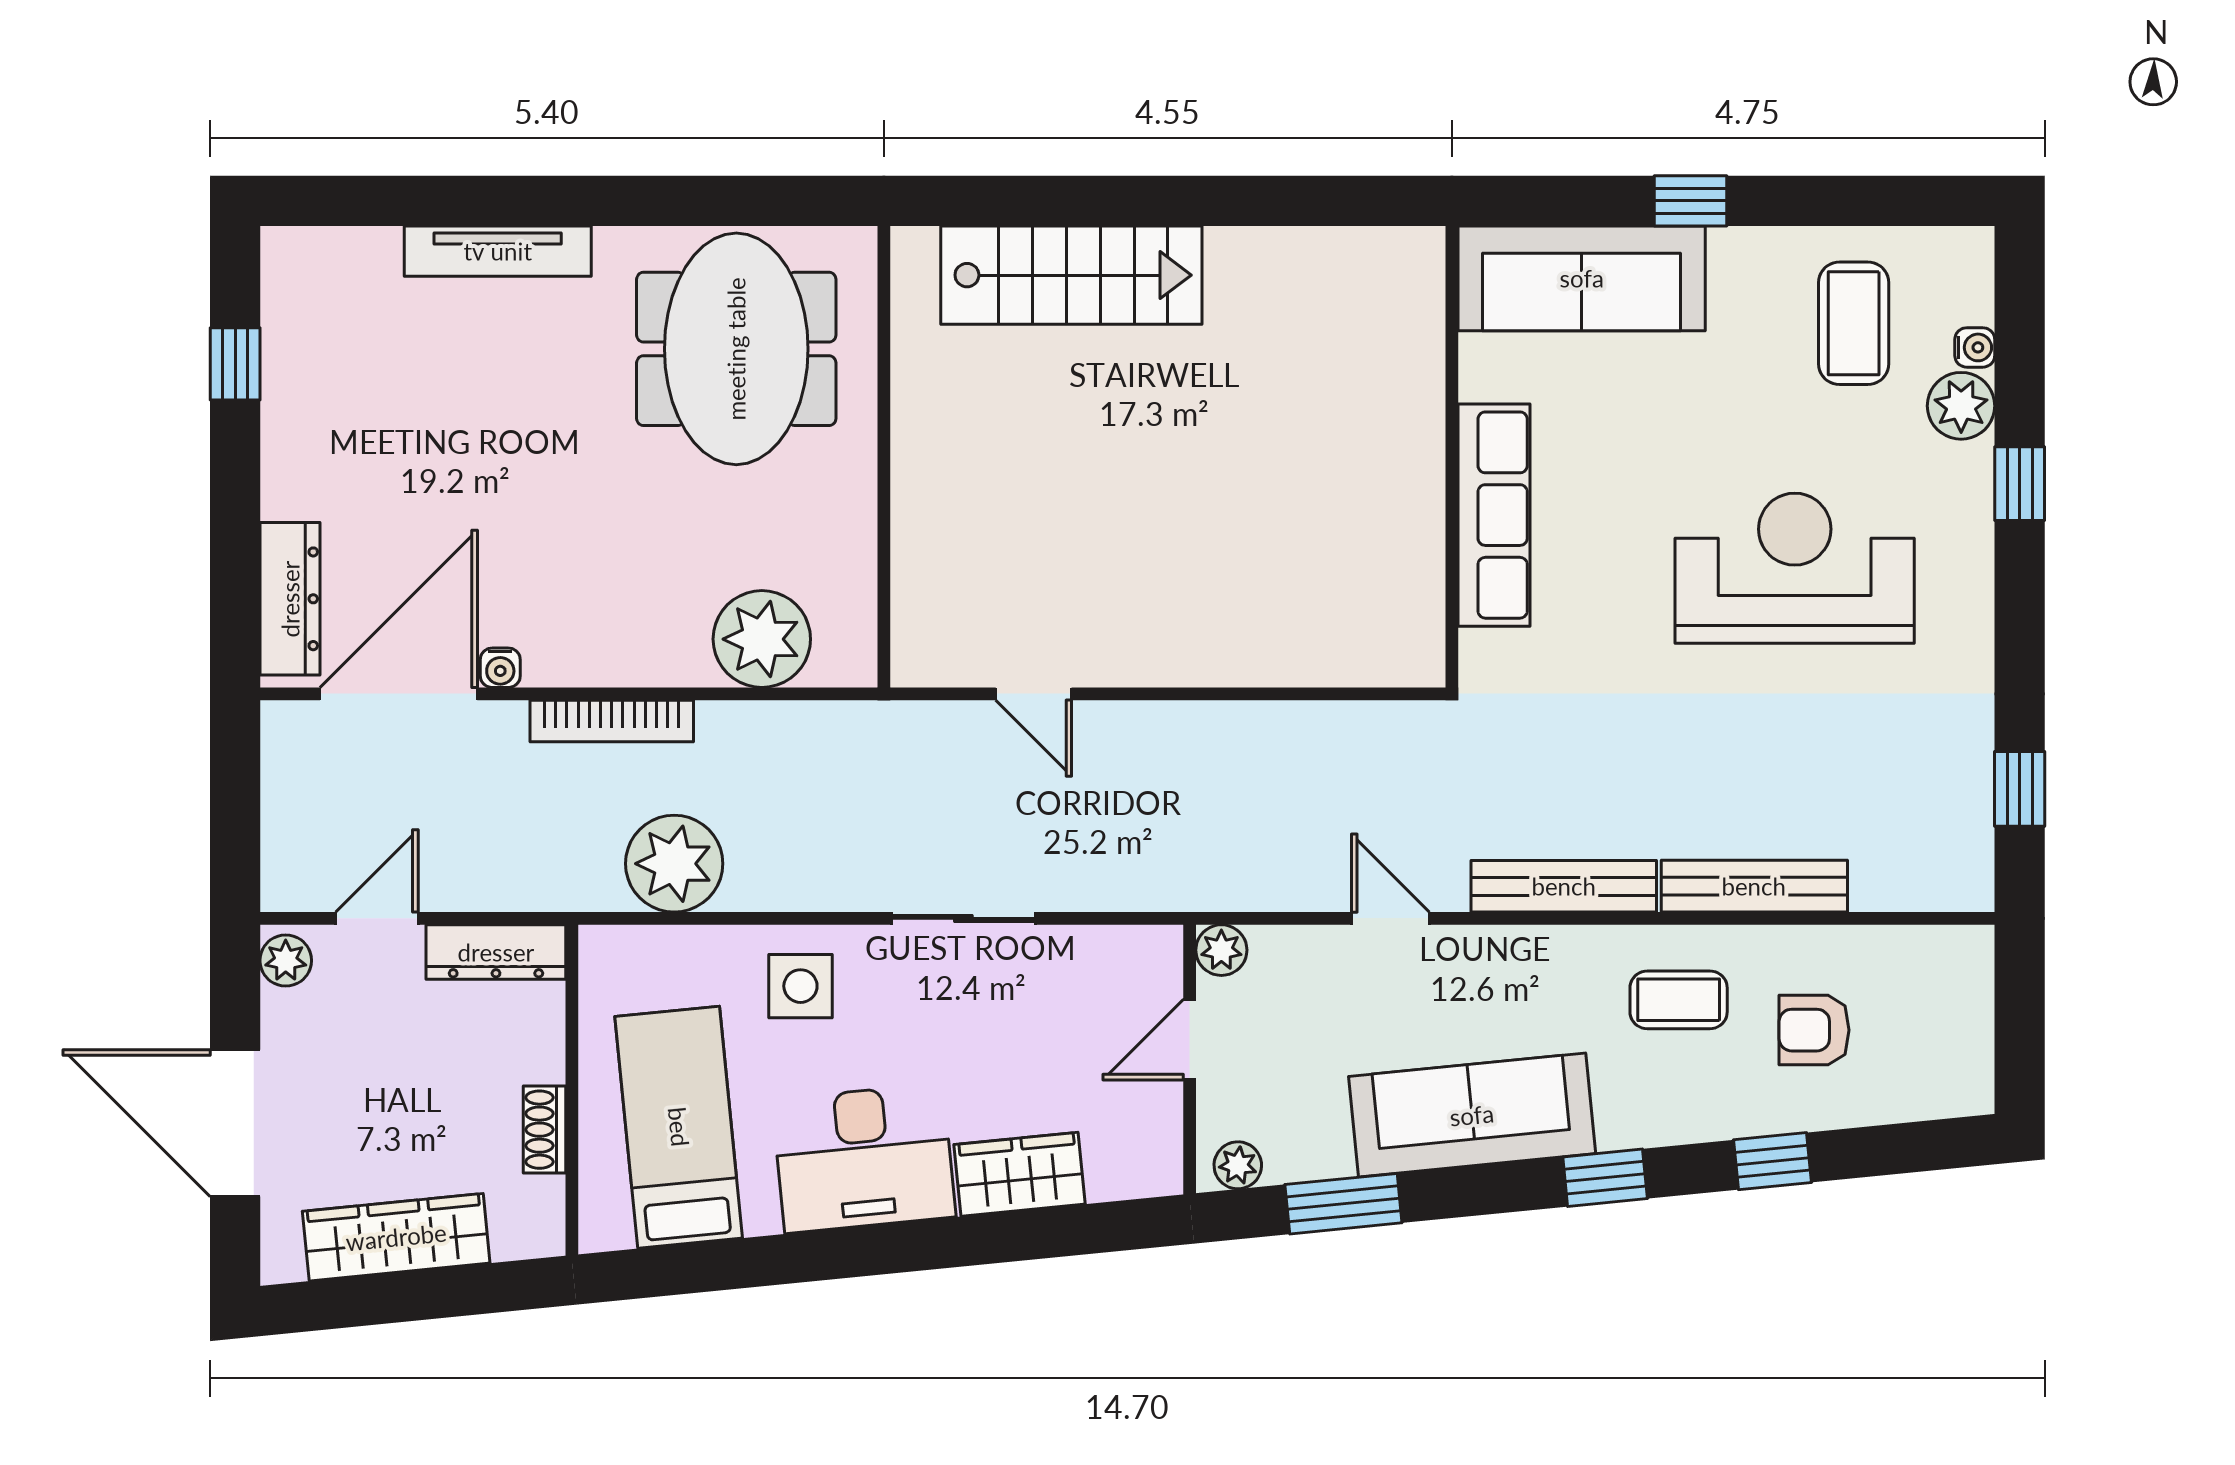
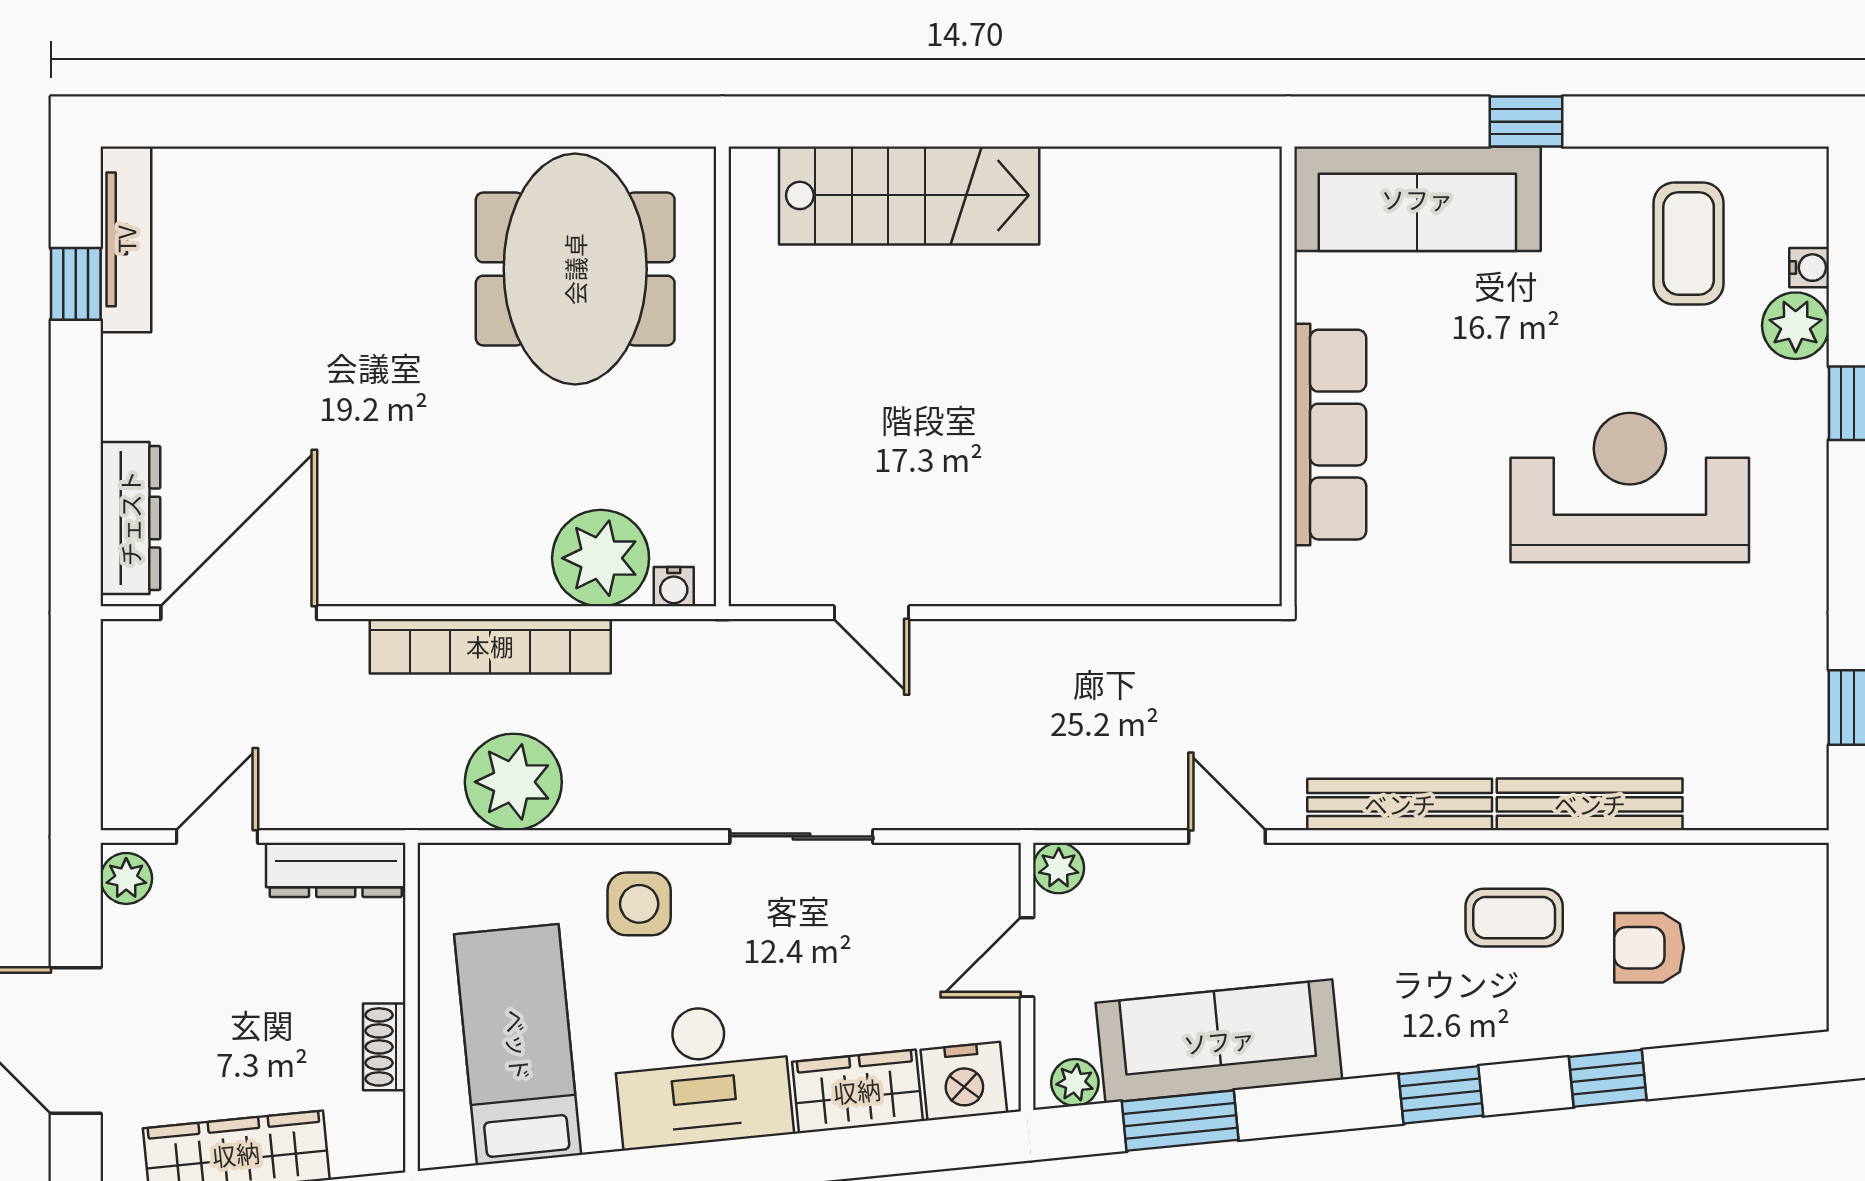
tv unit: (498, 251) -> (126, 239), moved, turned -90
water cooler: (500, 668) -> (674, 587), moved
bookcase: (612, 721) -> (490, 646), width x1.48, depth x1.31
sofa: (1472, 1115) -> (1219, 1041), moved
nightstand: (1126, 1164) -> (964, 1081), added

